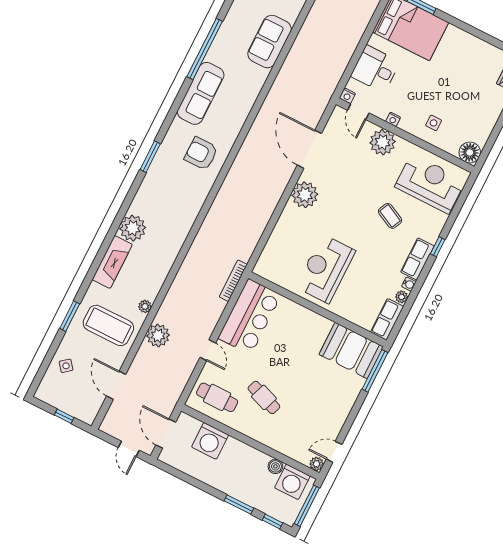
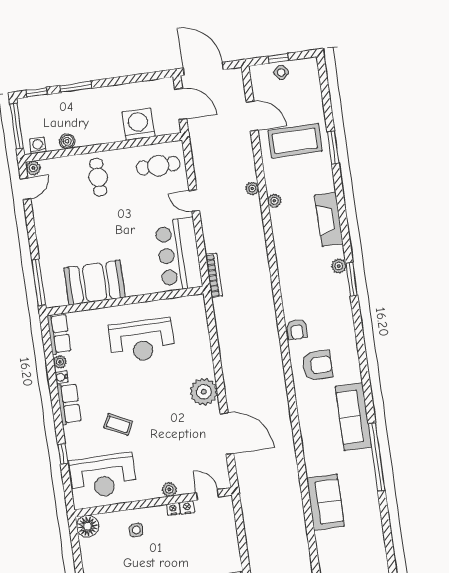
desk: (375, 69) -> (218, 542), removed
nightstand: (347, 96) -> (187, 507), moved
plant: (383, 142) -> (169, 489), width x0.53, depth x0.53
window: (150, 157) -> (352, 279), moved
armchair: (198, 193) -> (297, 329), added
plant: (133, 228) -> (339, 266), width x0.53, depth x0.53
window: (438, 247) -> (63, 454), moved
reception desk: (326, 269) -> (142, 341), turned 90
coffee table: (108, 325) -> (295, 141), moved
plant: (158, 335) -> (252, 188), width x0.53, depth x0.53
booth: (351, 350) -> (95, 283), moved
side table: (66, 366) -> (281, 72), moved
cafe table: (264, 397) -> (98, 177), moved, turned 70
door: (129, 449) -> (203, 69), width x1.87
washing machine: (292, 482) -> (38, 146), width x0.53, depth x0.53

